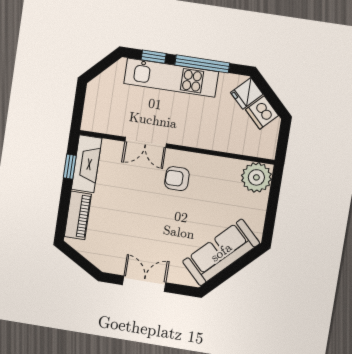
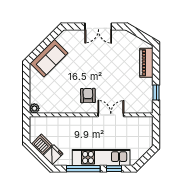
fireplace: (87, 164) -> (146, 96), removed
plant: (256, 177) -> (34, 108), width x0.53, depth x0.53
armchair: (177, 179) -> (88, 96), turned -91
sofa: (221, 252) -> (49, 58), width x0.73

